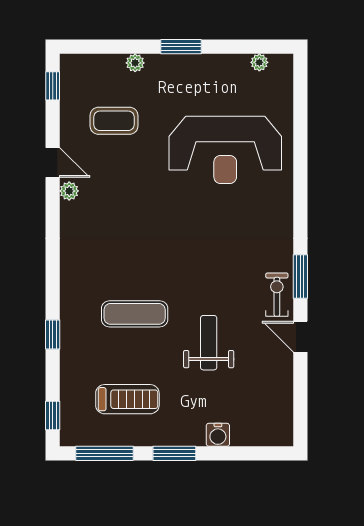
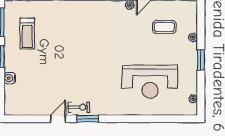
coffee table: (114, 121) -> (164, 27), turned 90
reception desk: (225, 150) -> (150, 82), turned -90
exercise mat: (135, 314) -> (69, 37), removed
weight bench: (209, 343) -> (55, 74), removed

